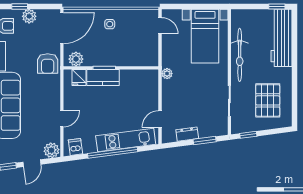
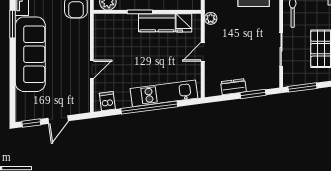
fridge: (79, 78) -> (184, 23), moved
kitchen counter: (103, 78) -> (157, 23), moved
door: (160, 119) -> (203, 52), moved
window: (248, 135) -> (302, 87), width x1.50
plant: (51, 150) -> (80, 105), removed

